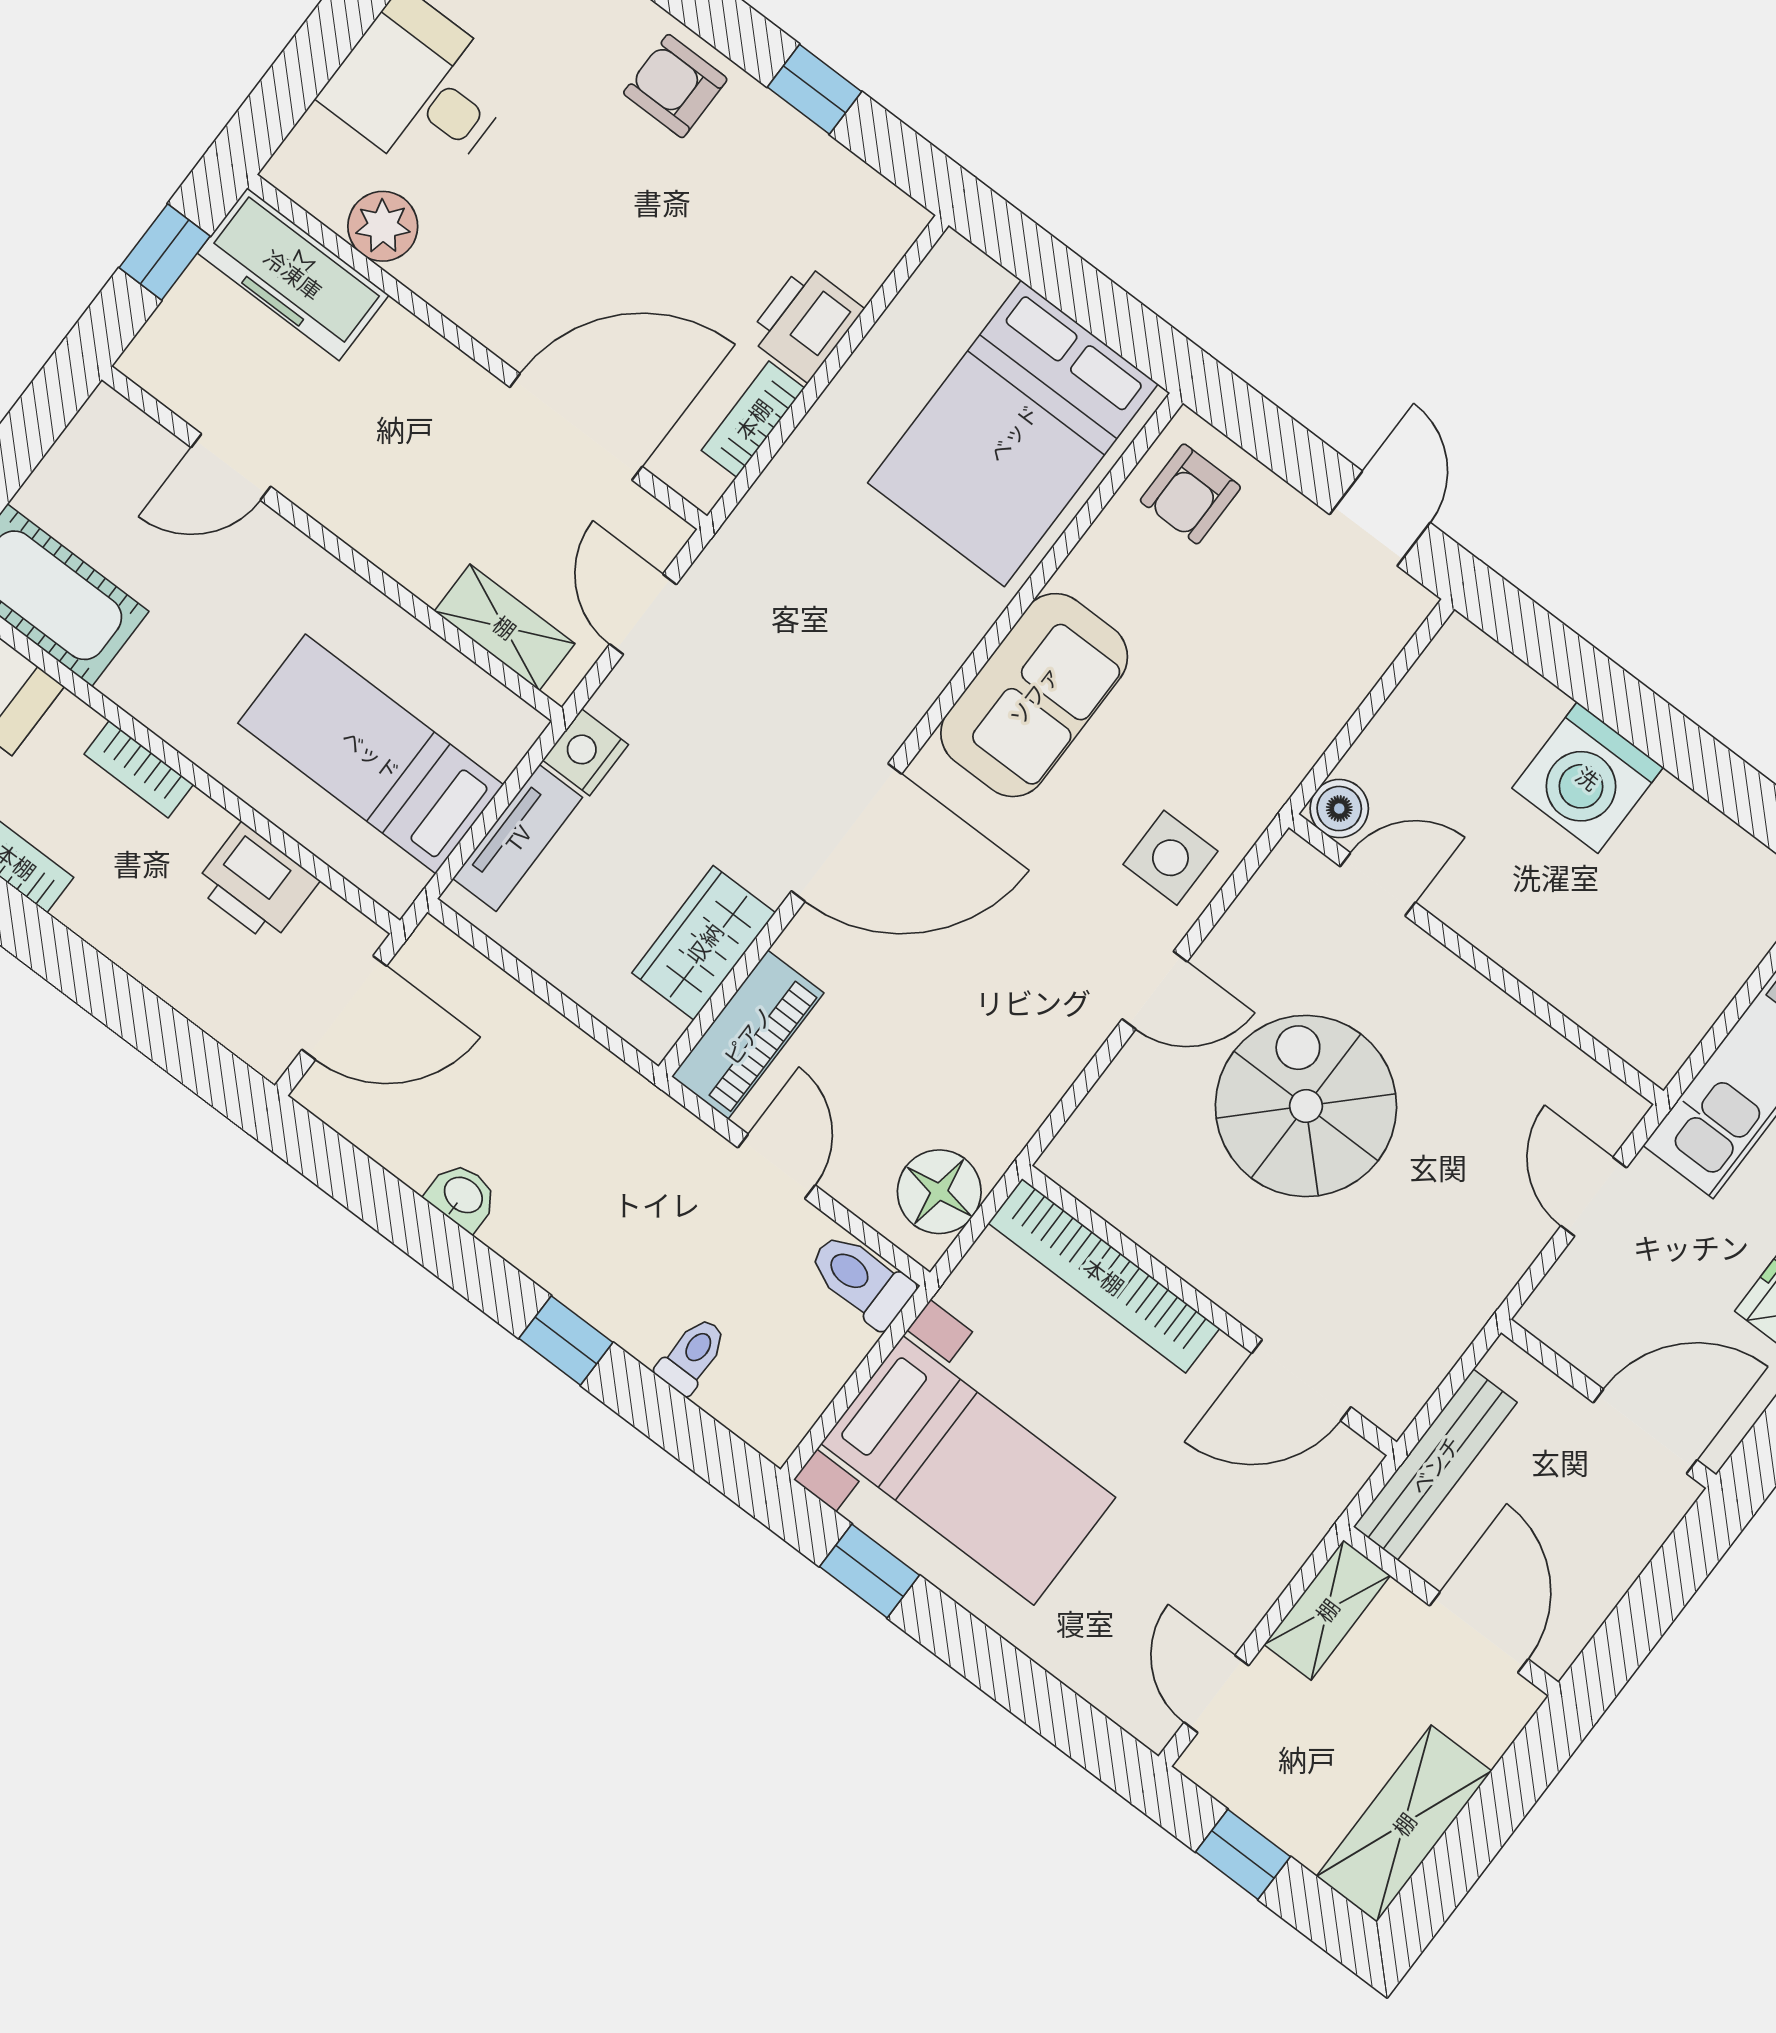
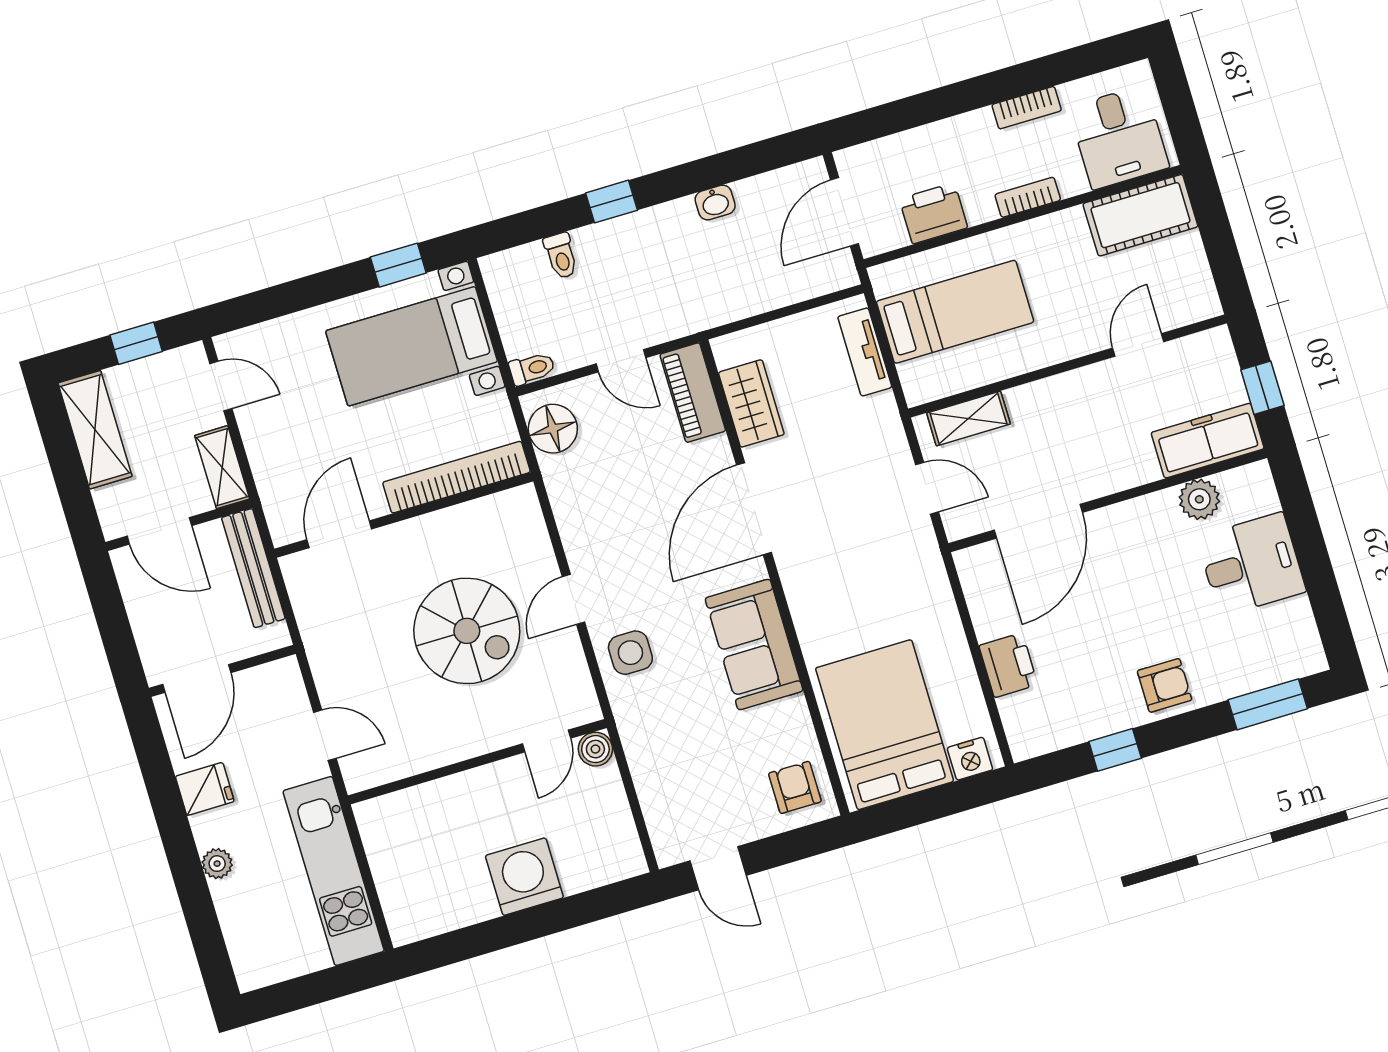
bookcase: (753, 419) -> (981, 607), removed
nightstand: (586, 752) -> (970, 759), moved, turned 90
toilet: (861, 1279) -> (532, 369), width x0.73, depth x0.72

